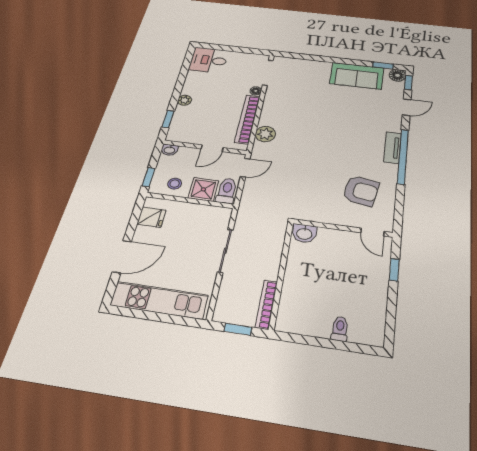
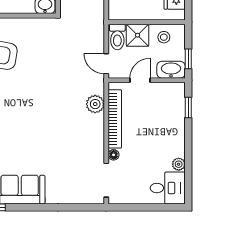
plant: (185, 100) -> (179, 164), moved
washbasin: (169, 150) -> (171, 70), width x1.91, depth x1.45
door: (245, 168) -> (106, 64), hinge flipped
window: (149, 177) -> (188, 59), moved

